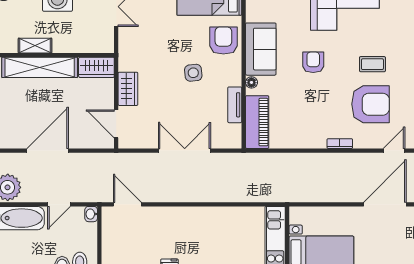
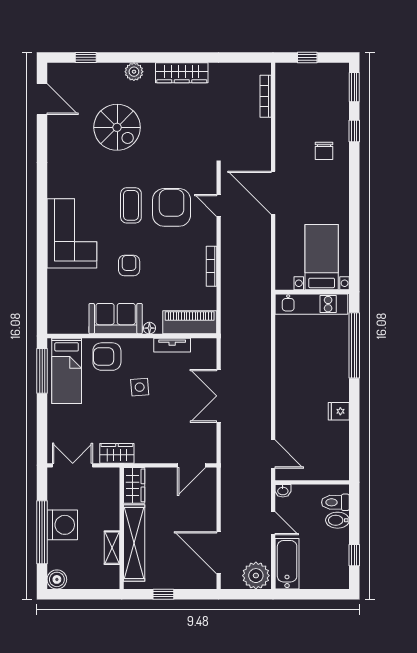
armchair: (313, 62) -> (129, 265), turned 90
coffee table: (372, 64) -> (131, 205), width x1.36, depth x1.30
wardrobe: (128, 89) -> (117, 453), moved
bookcase: (340, 144) -> (211, 266), moved, width x1.56
door: (48, 151) -> (219, 553), moved
door: (394, 151) -> (219, 205), moved
door: (127, 204) -> (273, 454), swing flipped

